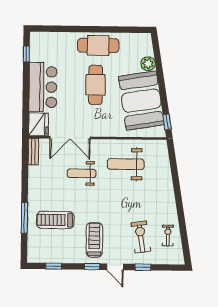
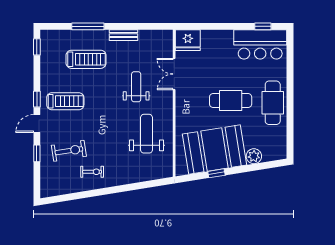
bar counter: (43, 87) -> (260, 44), moved
window: (167, 122) -> (216, 173), moved
double door: (70, 138) -> (174, 74), width x0.73
bench: (33, 152) -> (123, 35), moved
treadmill: (55, 220) -> (86, 59), turned 90
exercise bike: (168, 235) -> (92, 172), moved
window: (54, 266) -> (37, 47), moved

